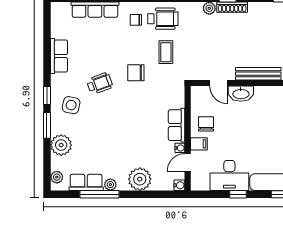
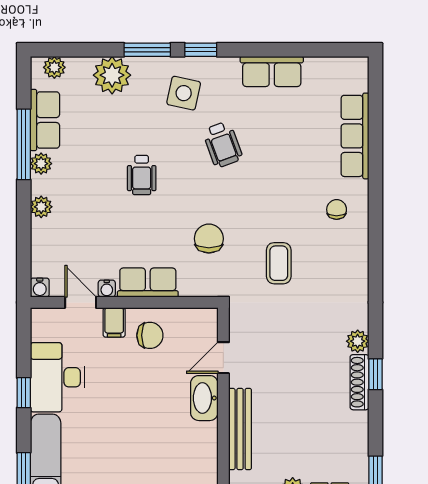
wheelchair: (163, 19) -> (142, 175), moved, width x0.73, depth x0.73
coffee table: (166, 52) -> (279, 263), turned 90
chair: (136, 73) -> (209, 239), moved
plant: (140, 179) -> (41, 207), width x0.53, depth x0.53

